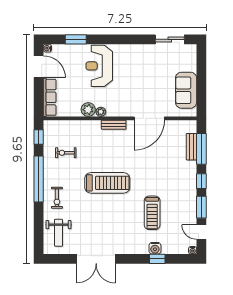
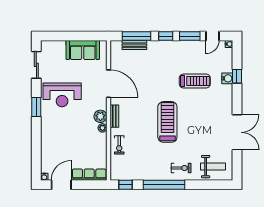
window: (76, 39) -> (36, 107), moved
reception desk: (99, 66) -> (62, 95), moved
plant: (88, 110) -> (100, 116), moved
exercise bike: (66, 153) -> (119, 145), moved

